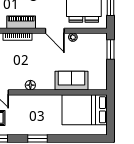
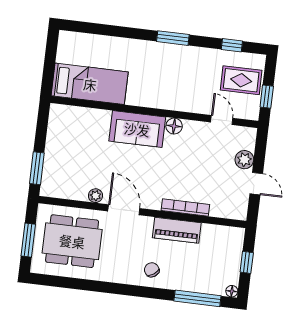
sofa: (71, 81) -> (137, 129), moved
bed: (85, 110) -> (90, 84), width x0.67

